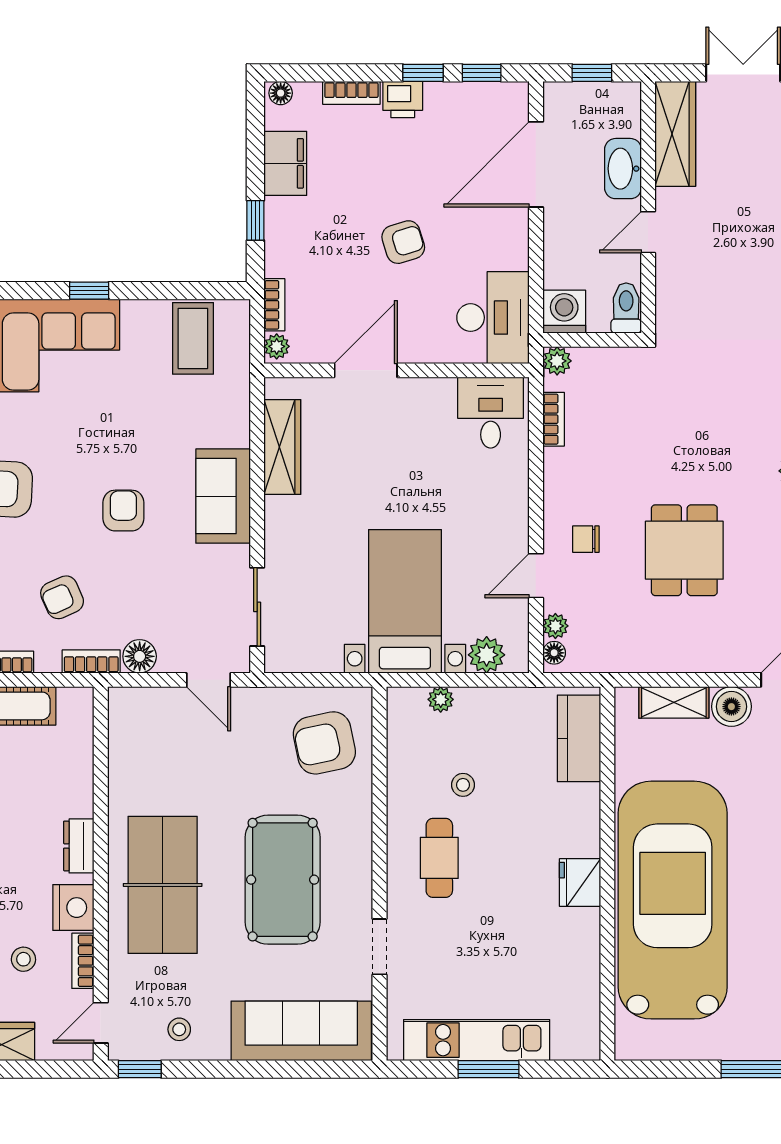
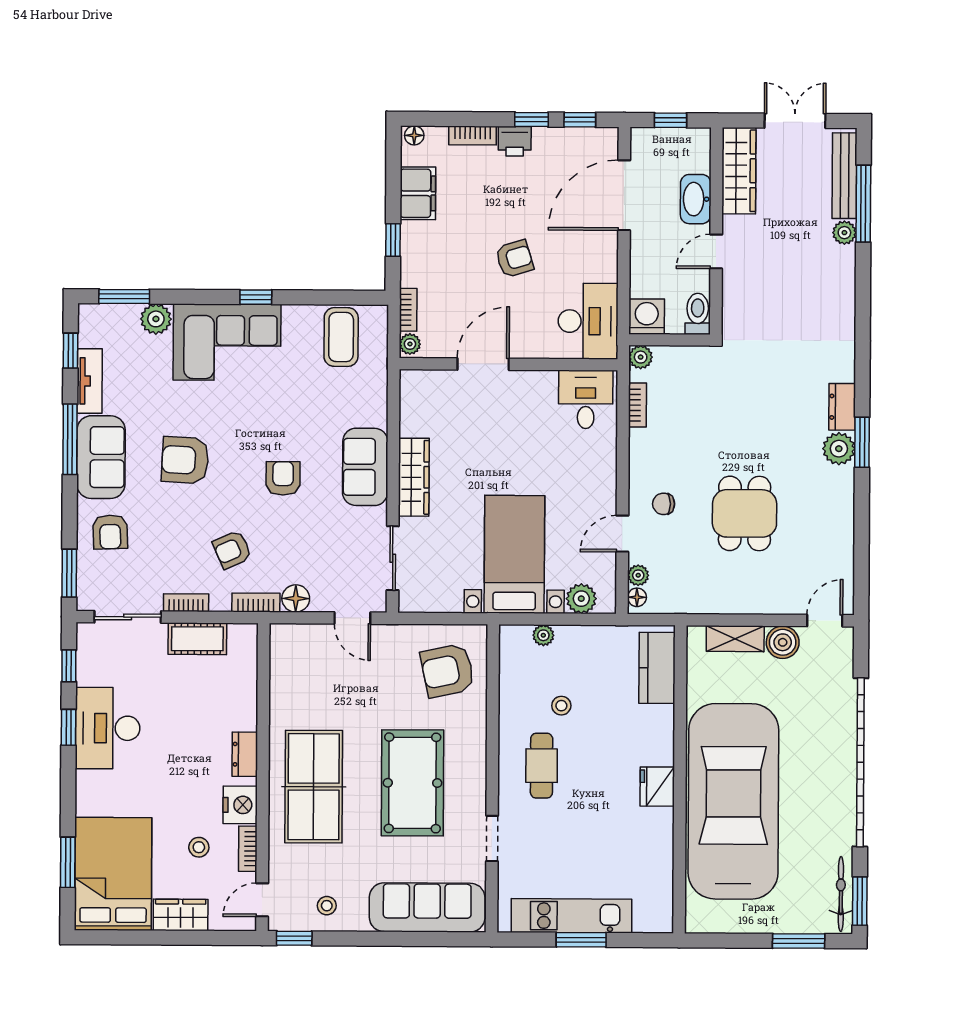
wardrobe: (282, 447) -> (414, 477), moved

